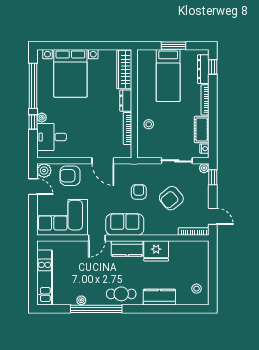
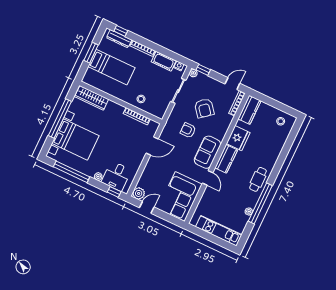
window: (85, 46) -> (60, 119), added
dresser: (126, 101) -> (115, 108), removed
window: (33, 122) -> (114, 192), moved
armchair: (70, 176) -> (152, 176), removed
kitchen counter: (159, 297) -> (249, 110), moved, turned 180

